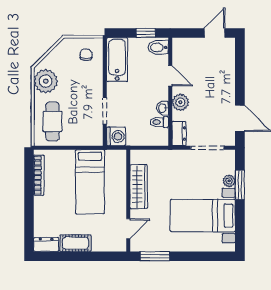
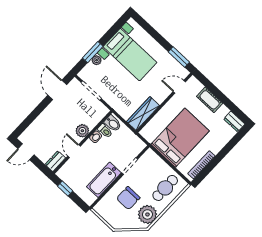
bidet: (158, 47) -> (113, 123), moved
chair: (86, 55) -> (128, 198), moved, width x1.87, depth x1.87
bathtub: (117, 60) -> (104, 180), moved
dresser: (179, 134) -> (55, 161), moved
washing machine: (116, 136) -> (137, 146), removed
bed: (90, 182) -> (180, 138), width x1.50
wardrobe: (139, 187) -> (143, 114), moved
cot: (75, 243) -> (210, 100), moved

